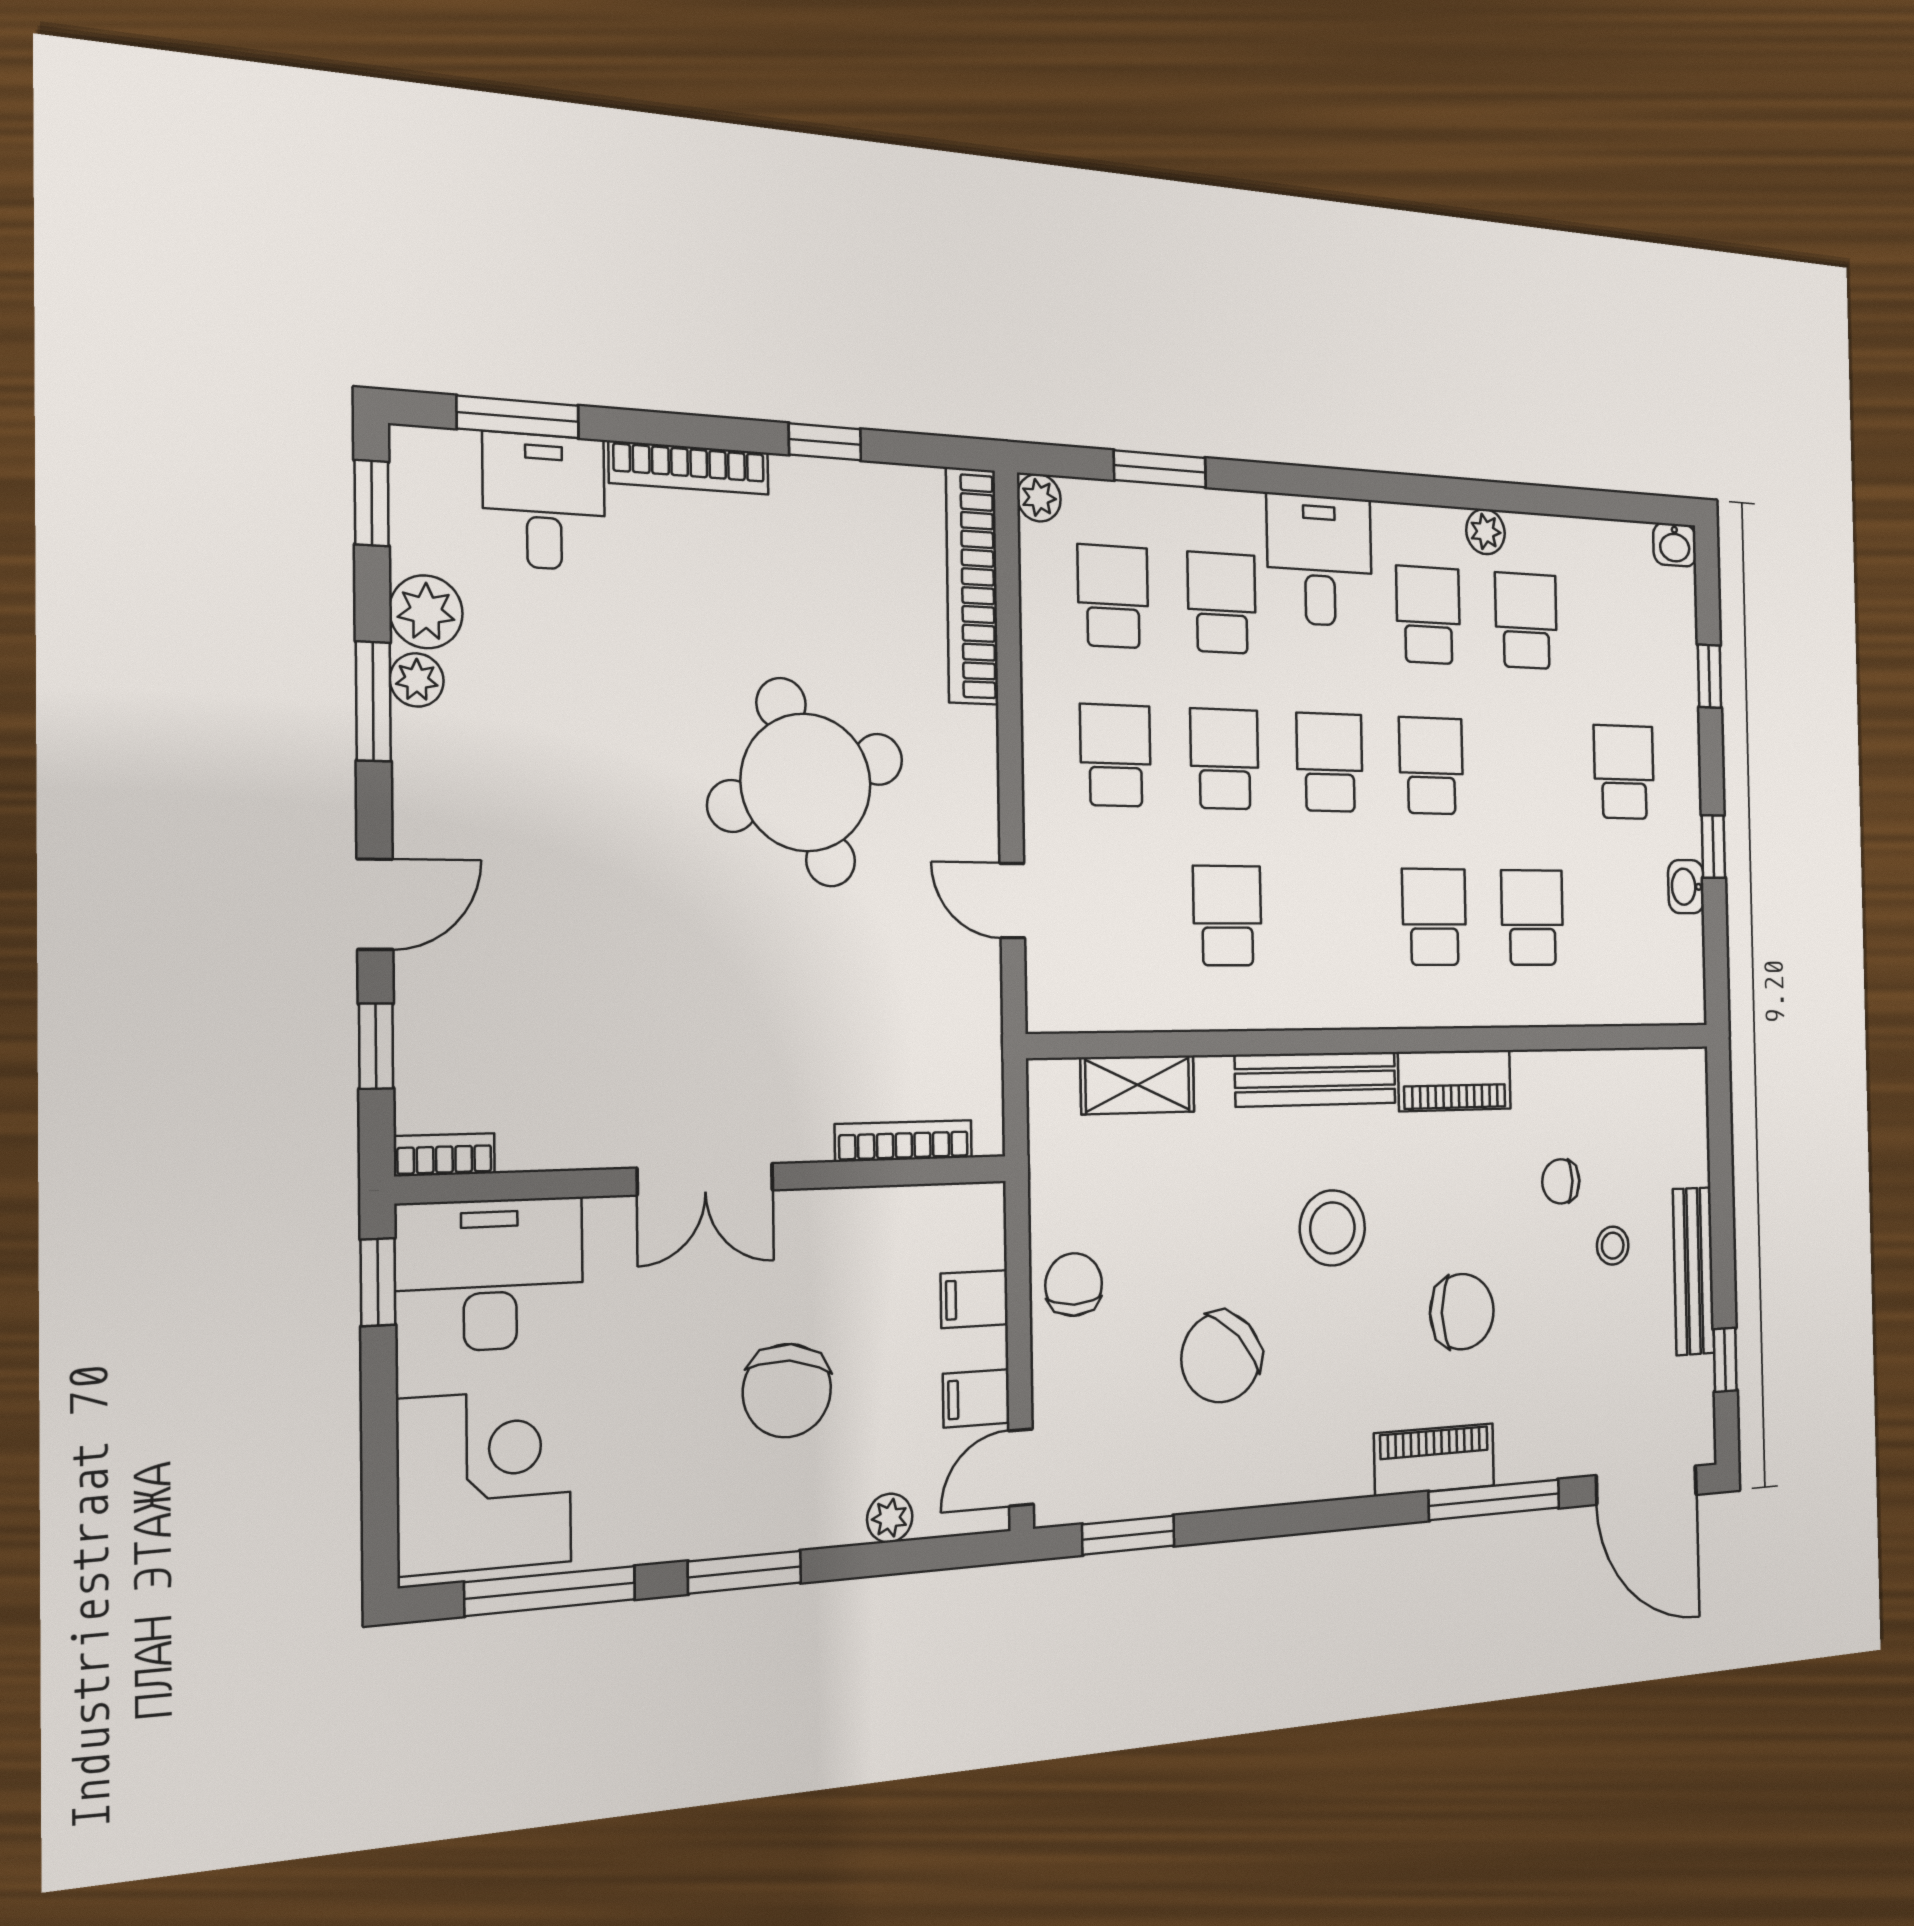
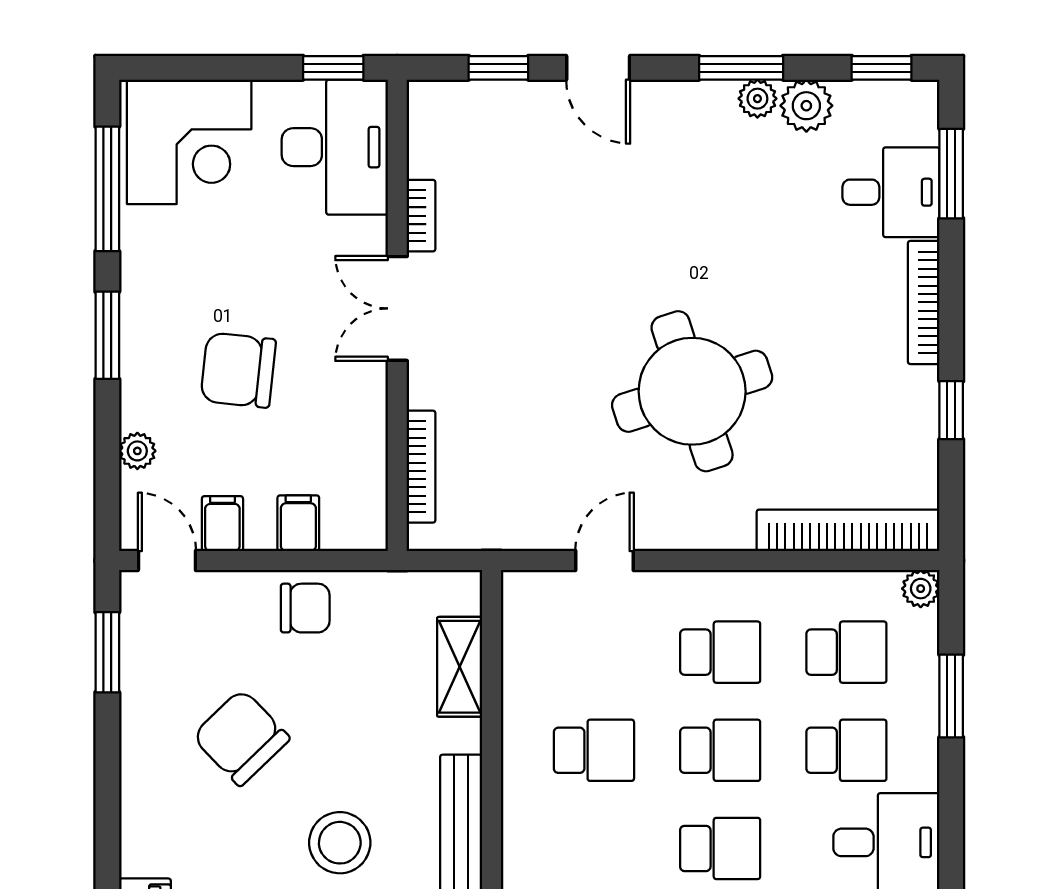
bookcase: (444, 1155) -> (421, 216), moved

